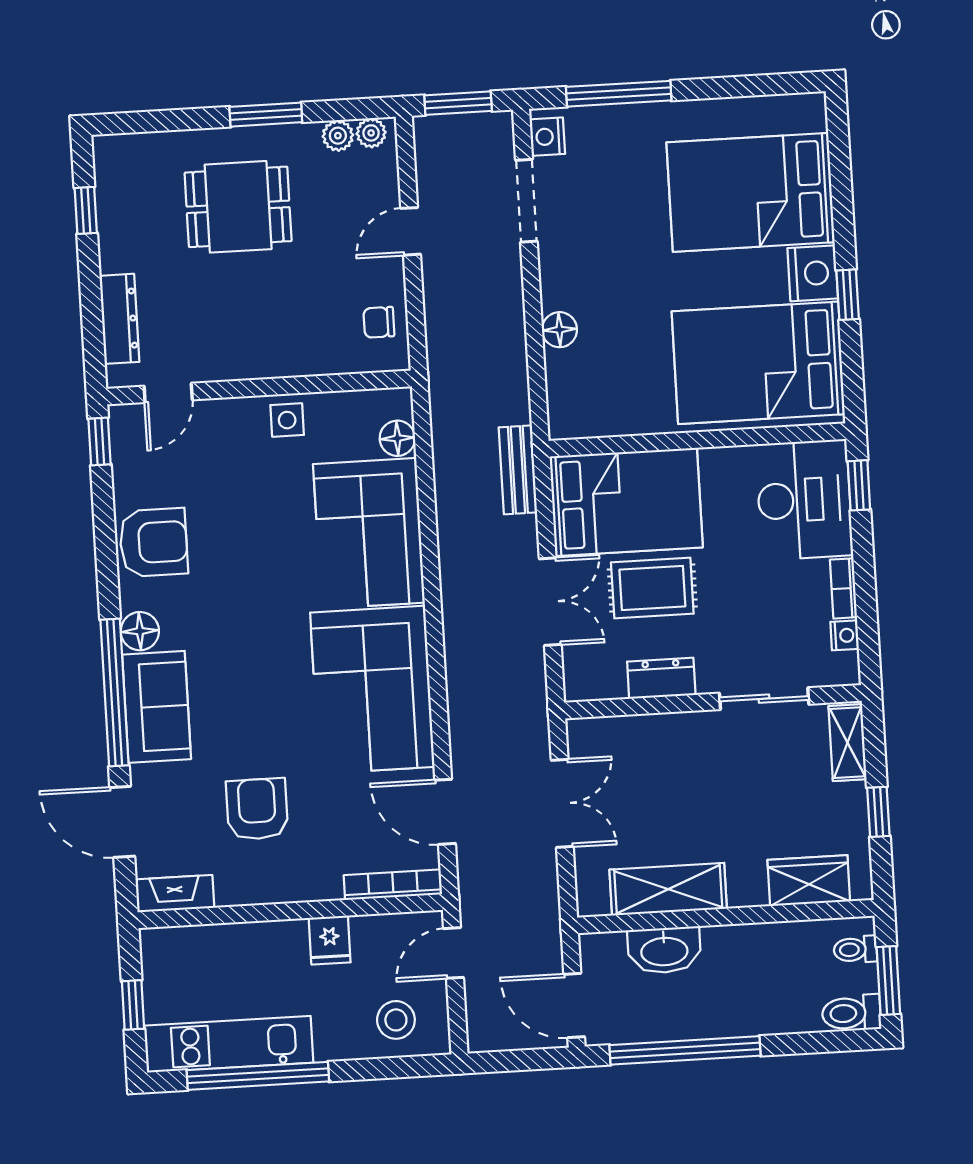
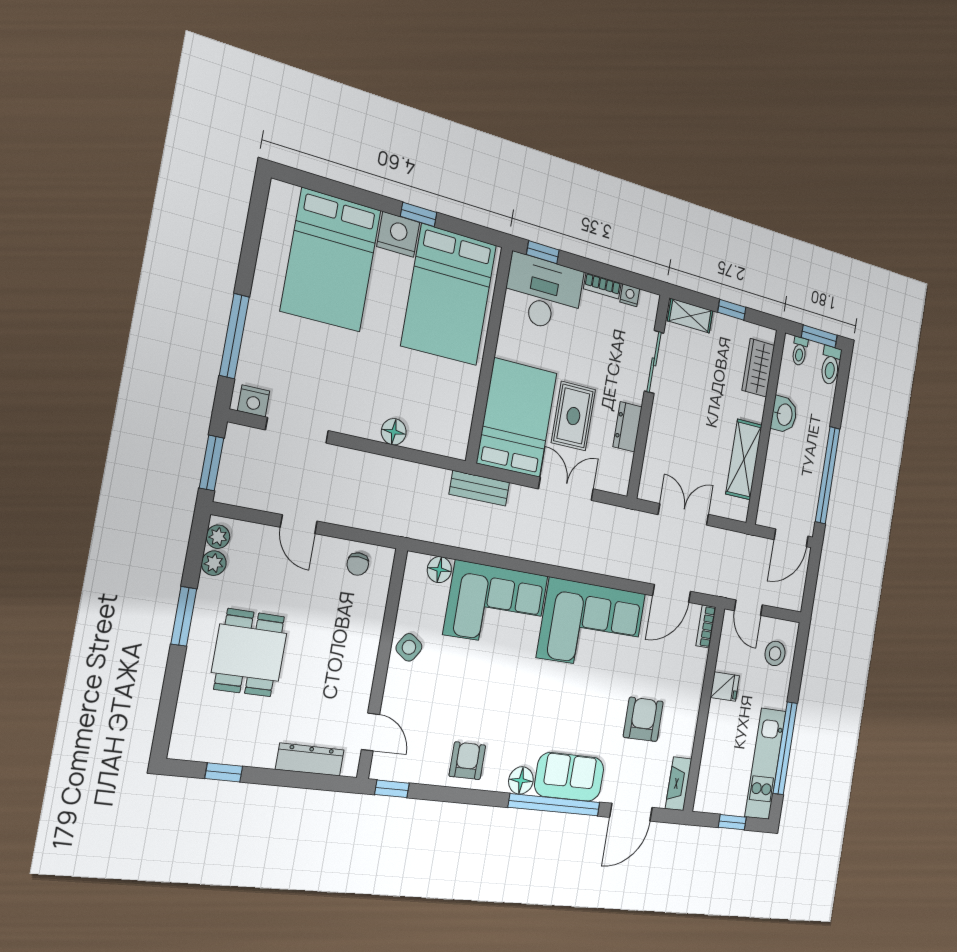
side table: (287, 420) -> (409, 647), turned 34
armchair: (154, 542) -> (467, 761), width x0.72, depth x0.72
armchair: (257, 809) -> (643, 719), turned 90
bookcase: (393, 885) -> (706, 626), width x0.64
washbasin: (664, 950) -> (784, 415), moved, width x0.72

